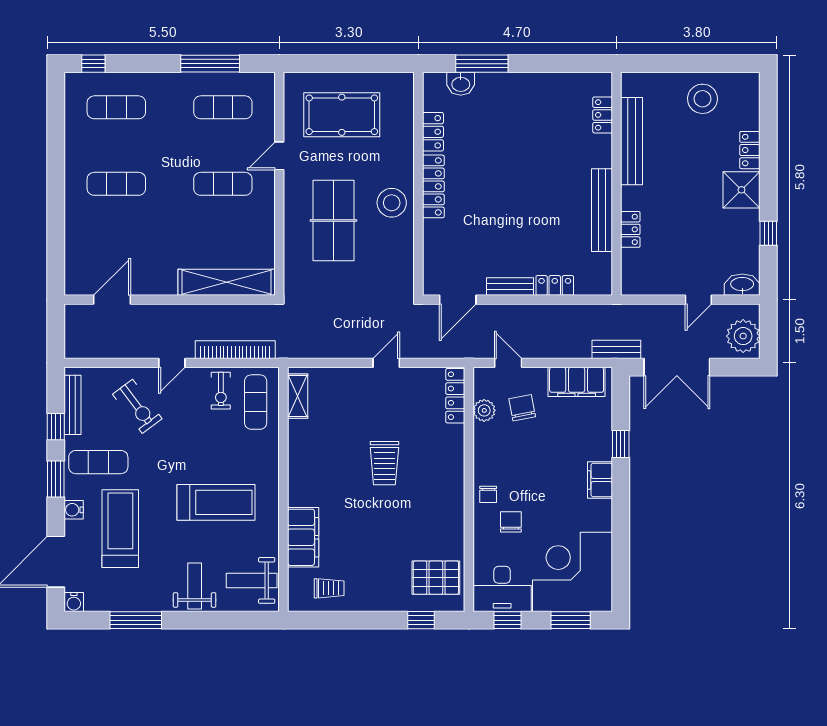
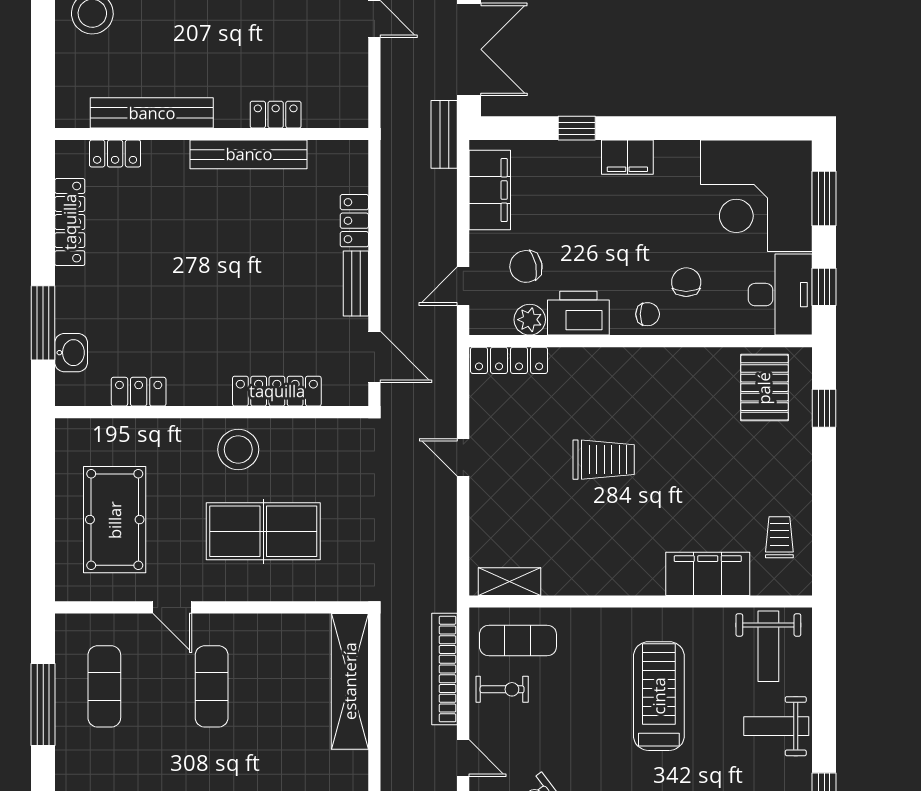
locker: (554, 83) -> (70, 222), added
locker: (433, 186) -> (277, 391), moved
printer: (489, 445) -> (578, 313), added
chair: (511, 522) -> (686, 282), turned 90

